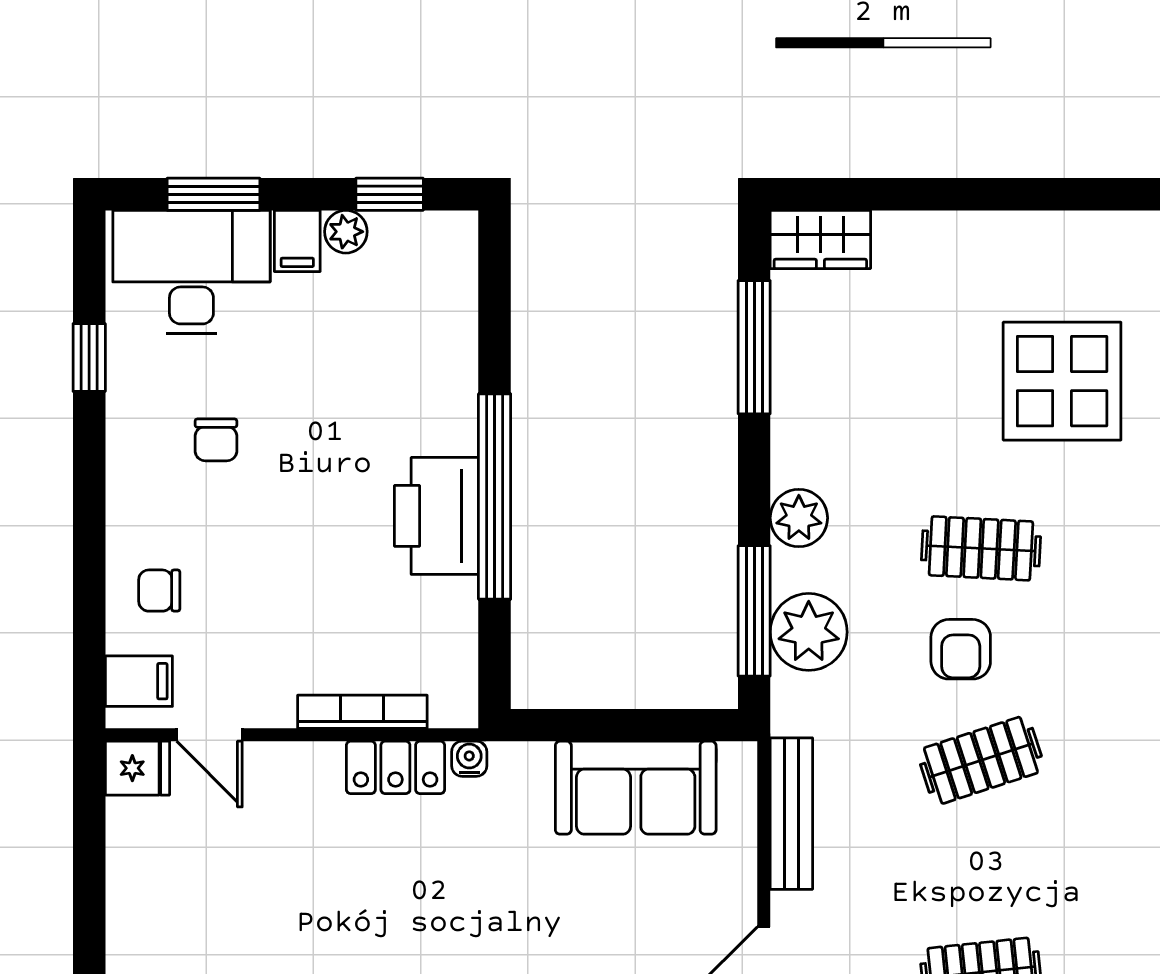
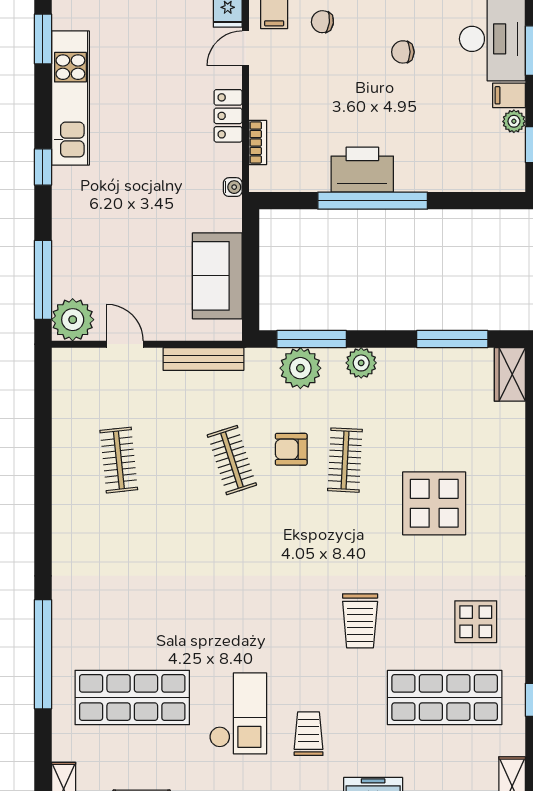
chair: (159, 591) -> (322, 22), turned -83
bookcase: (362, 712) -> (258, 142), width x0.64
locker: (395, 767) -> (228, 116), moved

